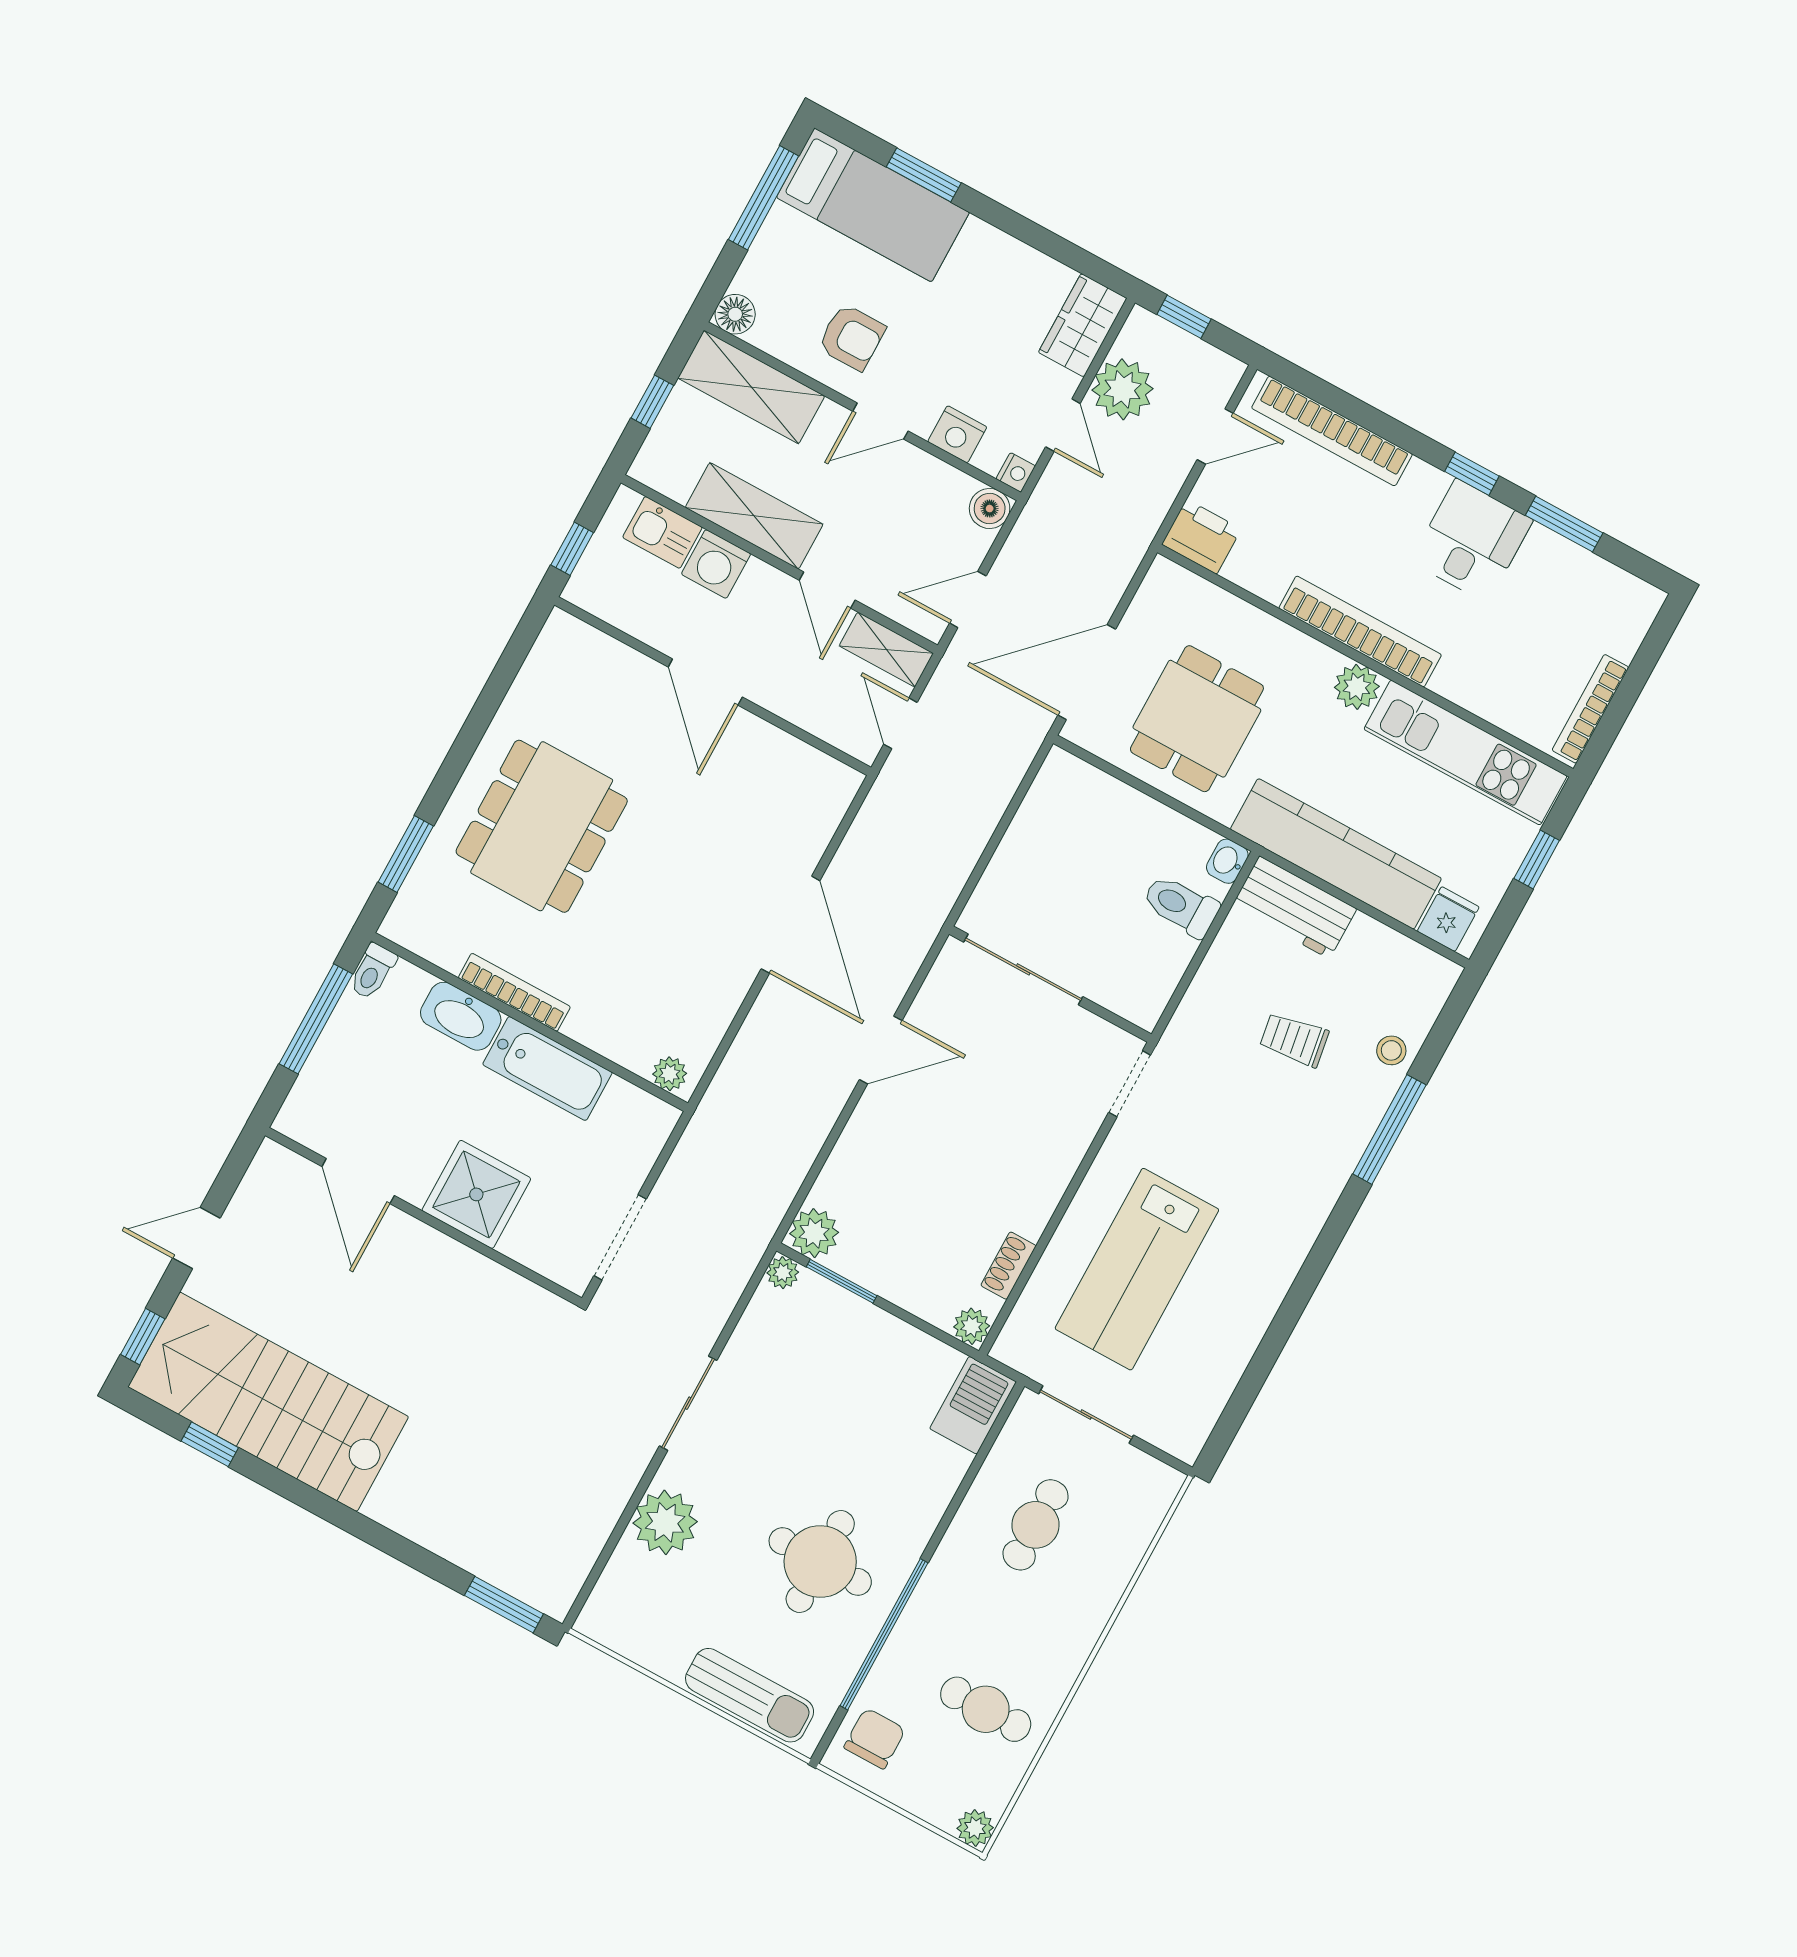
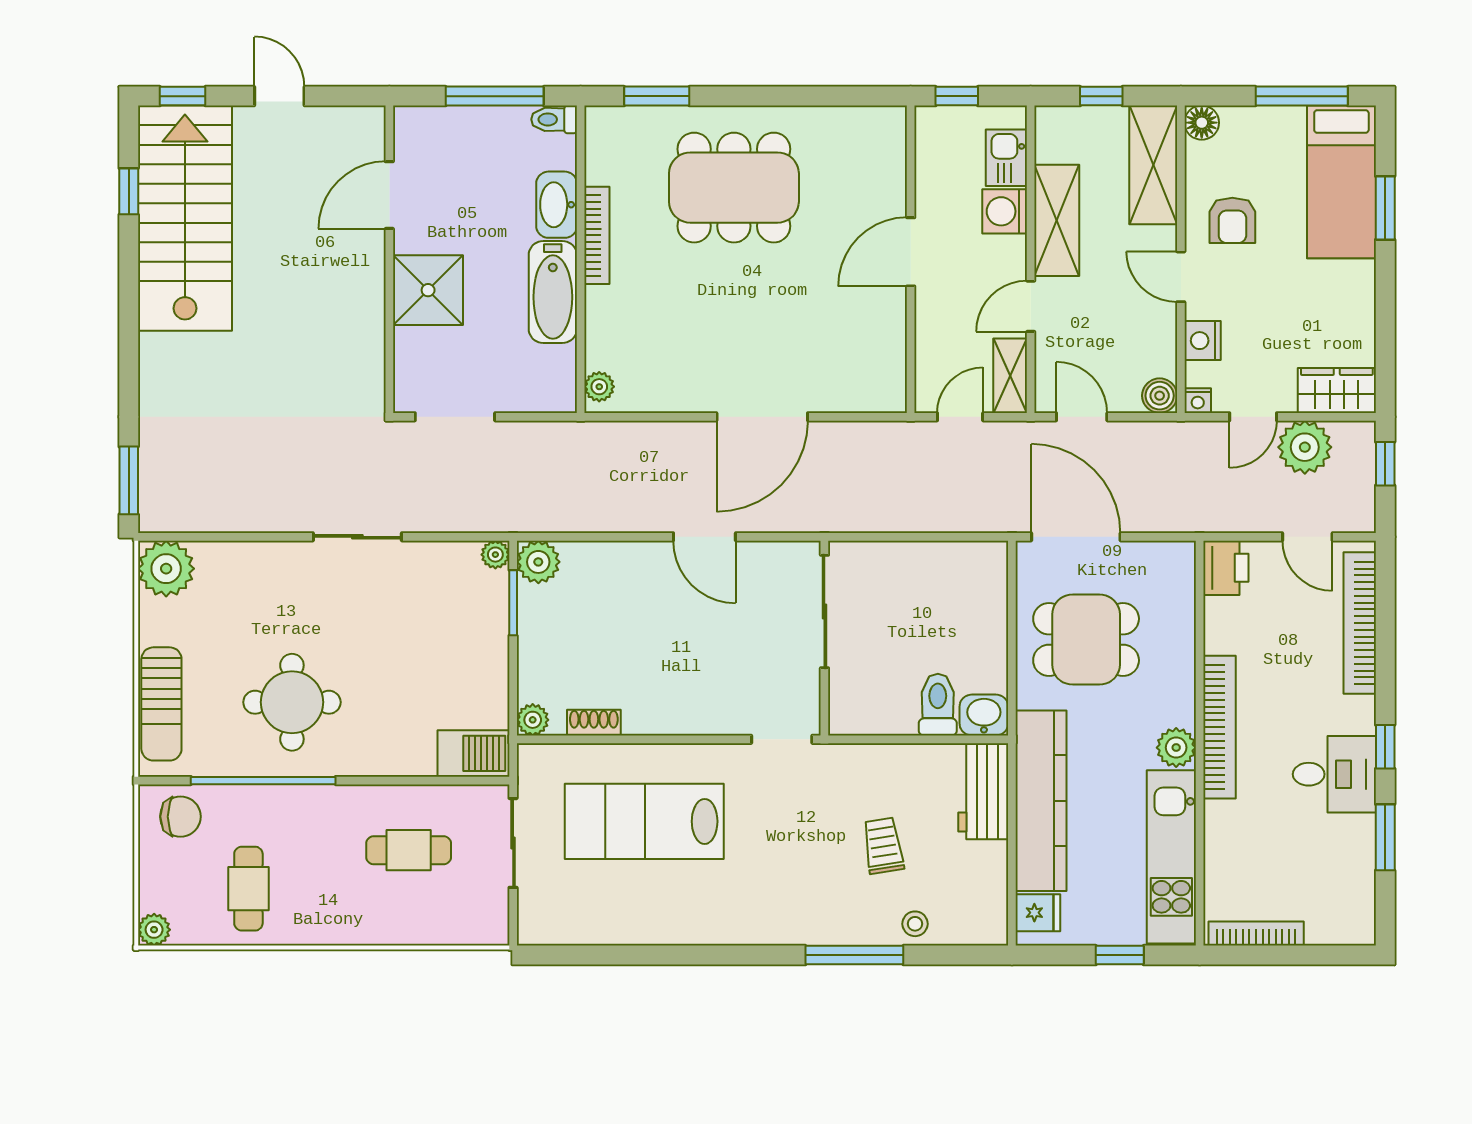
washbasin: (1227, 861) -> (984, 715), width x1.38, depth x1.45
plant: (665, 1522) -> (166, 569), moved

